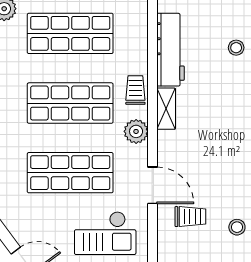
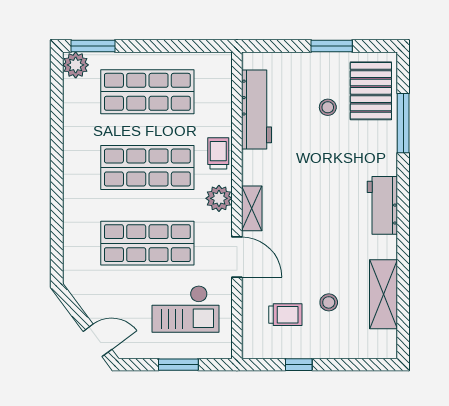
shelving: (166, 109) -> (252, 208), moved
trolley: (190, 217) -> (285, 315), moved

